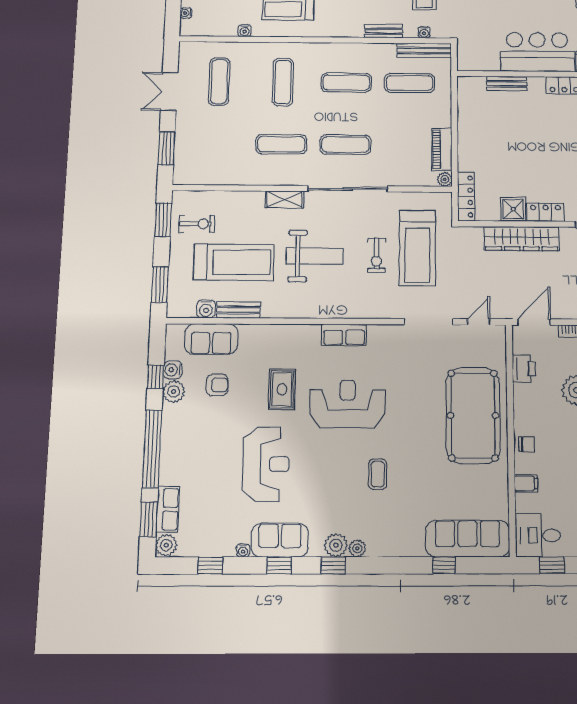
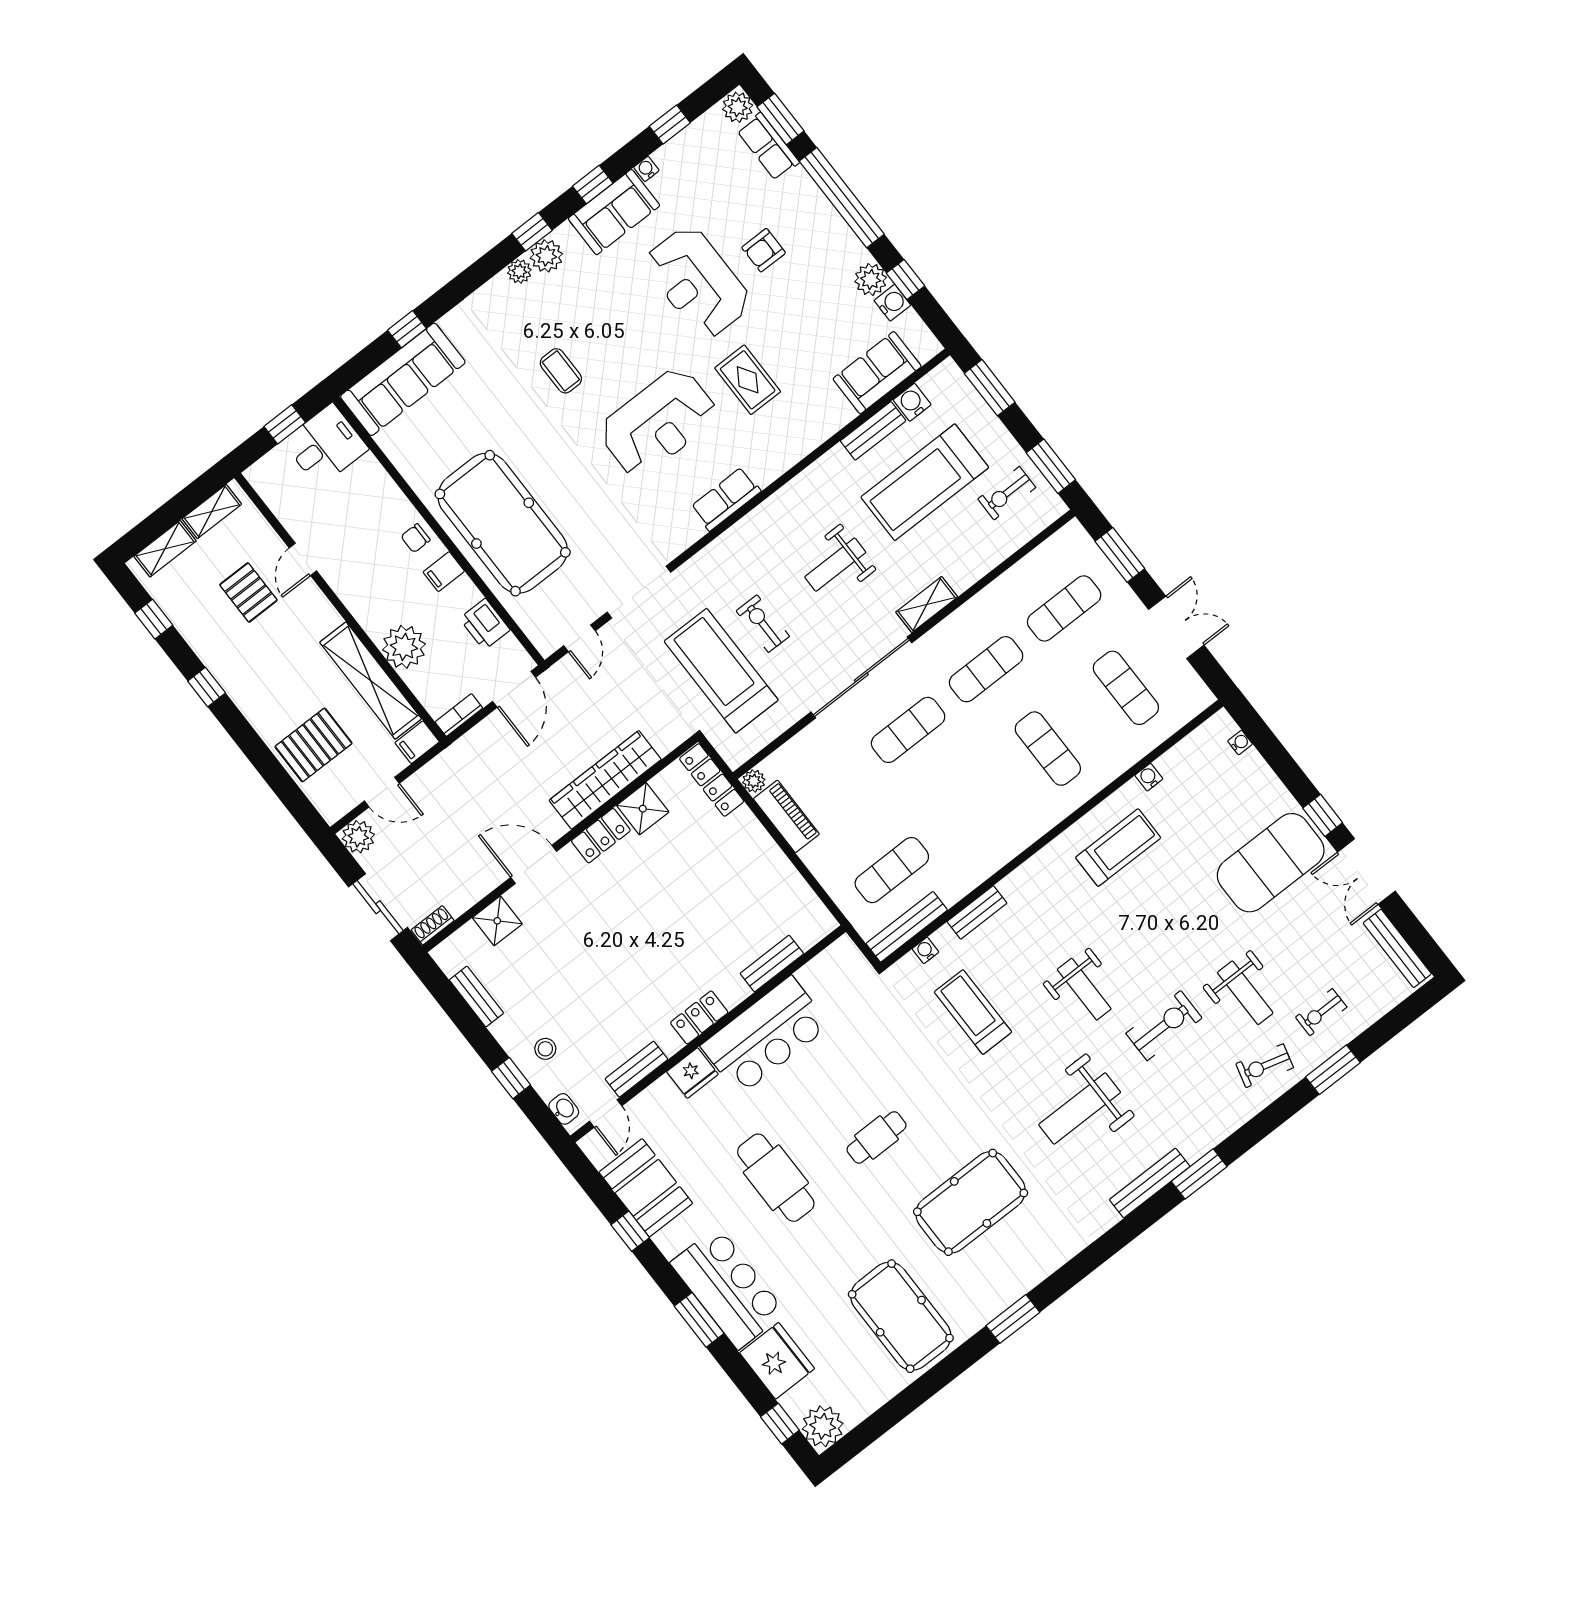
exercise mat: (346, 83) -> (1064, 608), moved
weight bench: (315, 256) -> (835, 565), width x0.73, depth x0.75
armchair: (217, 385) -> (764, 250), moved
filing cabinet: (526, 483) -> (444, 572), moved

